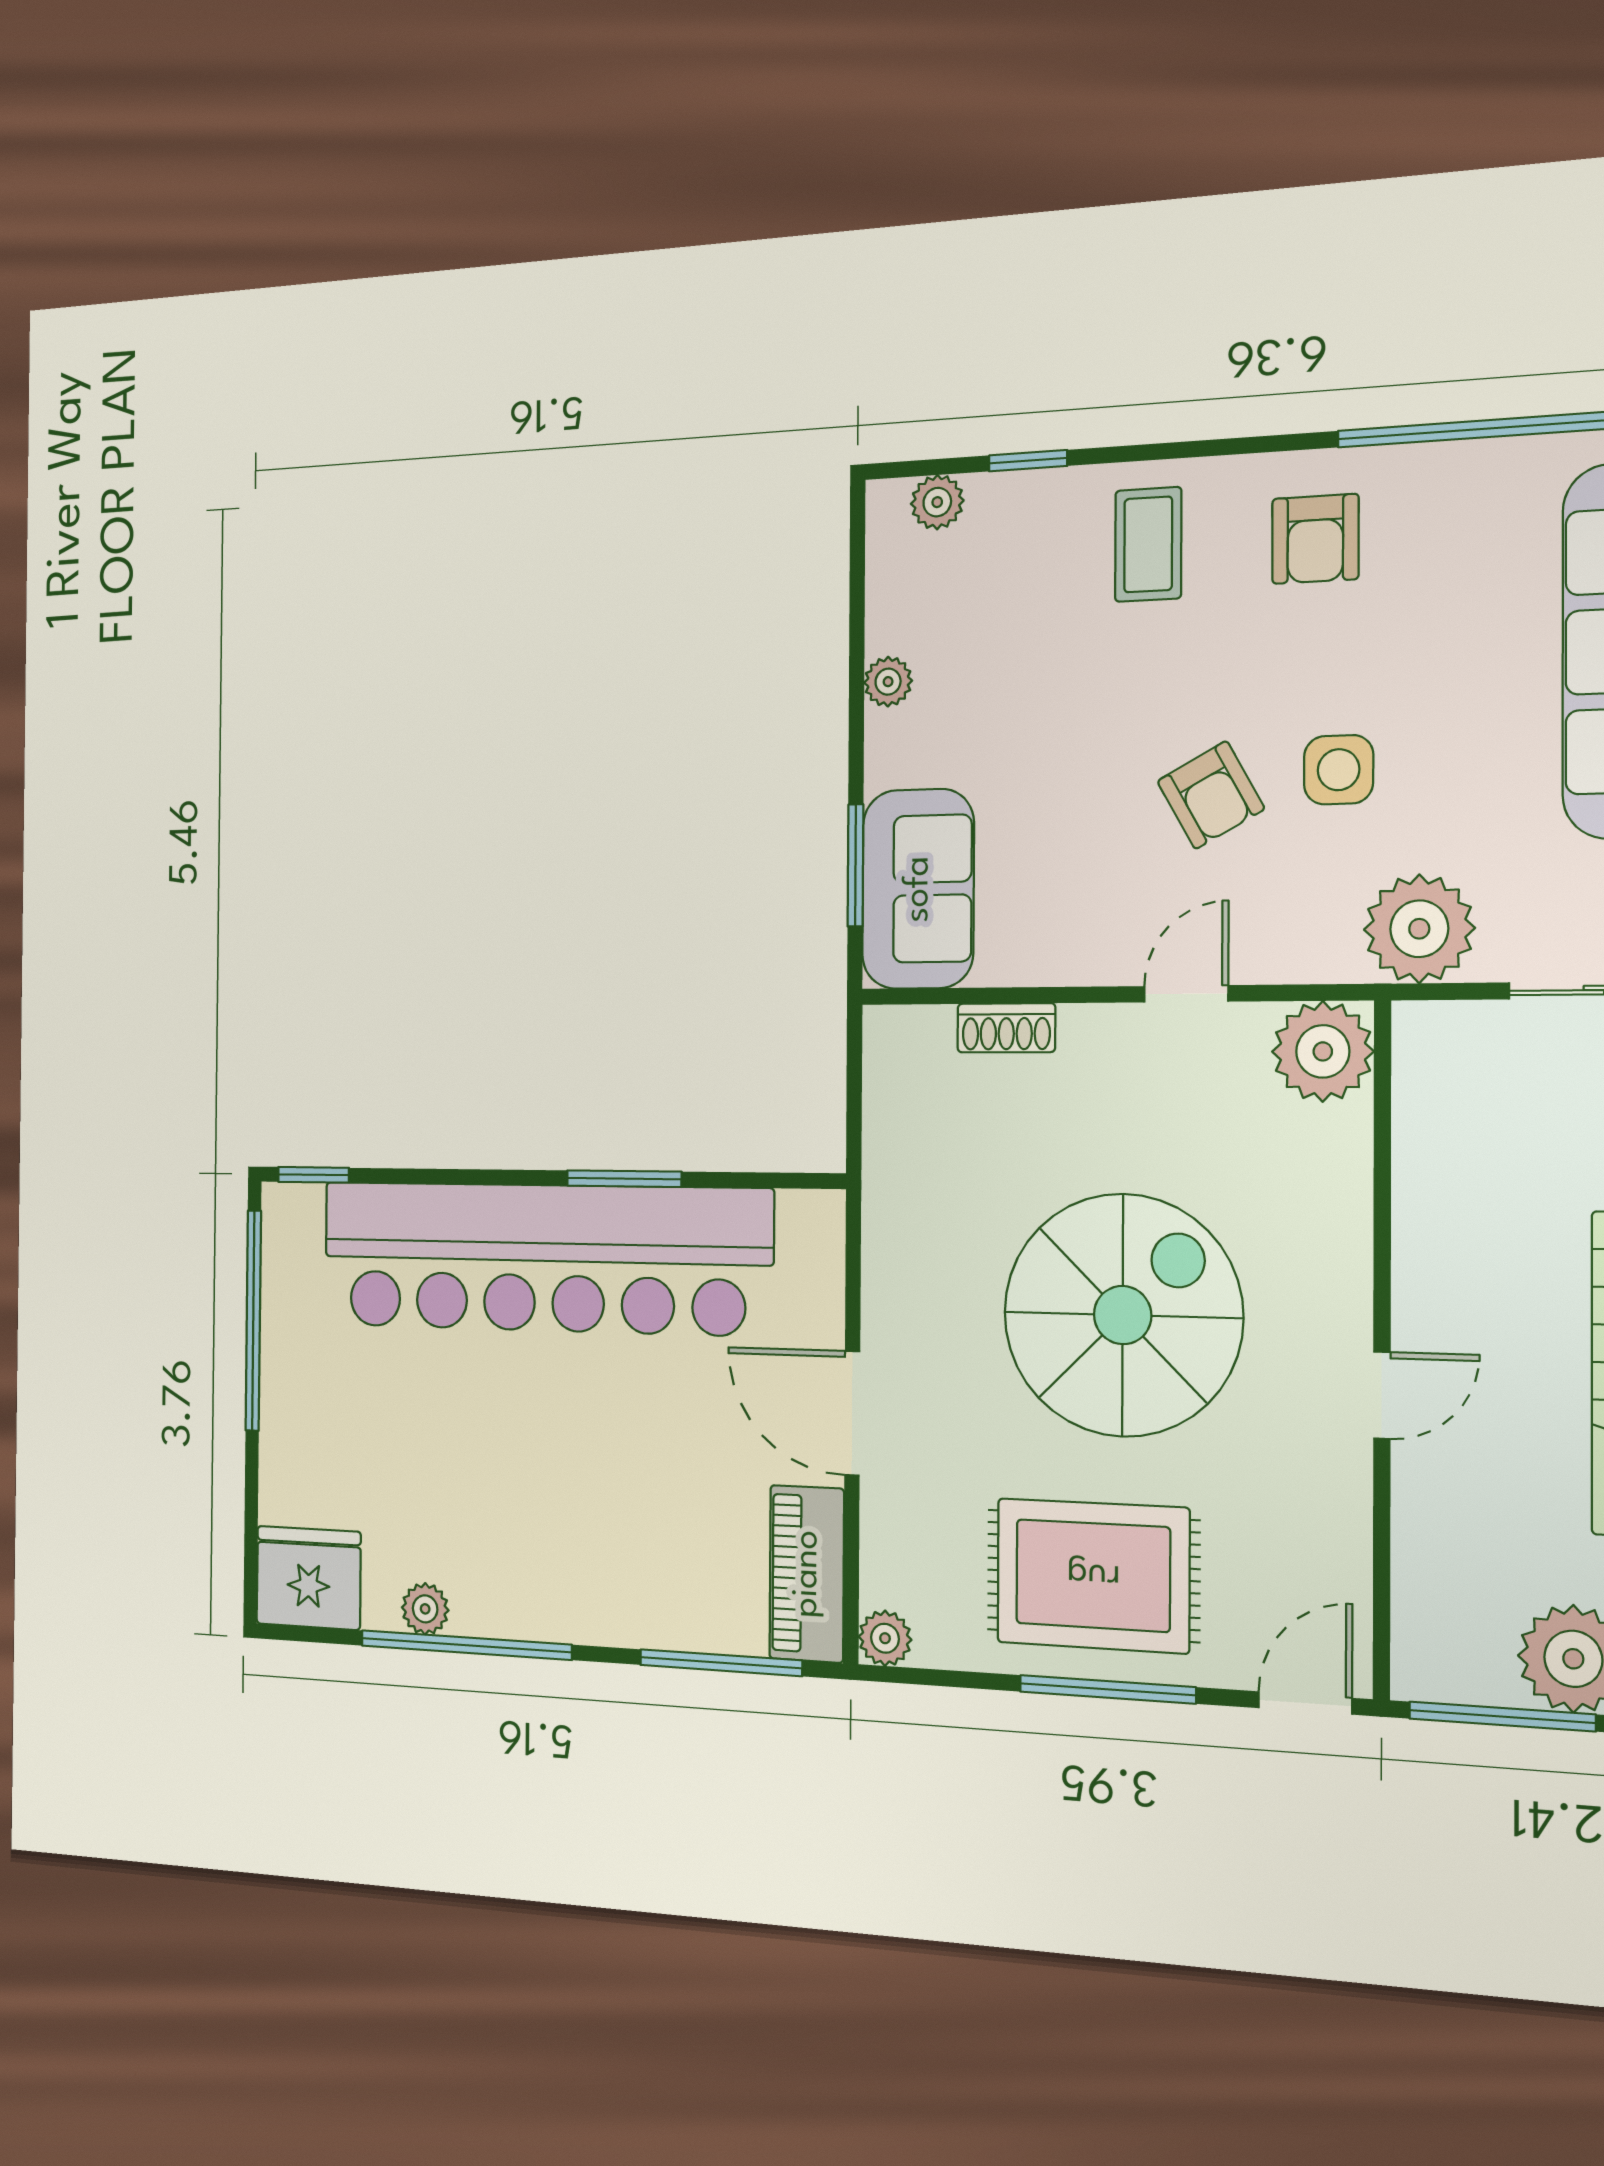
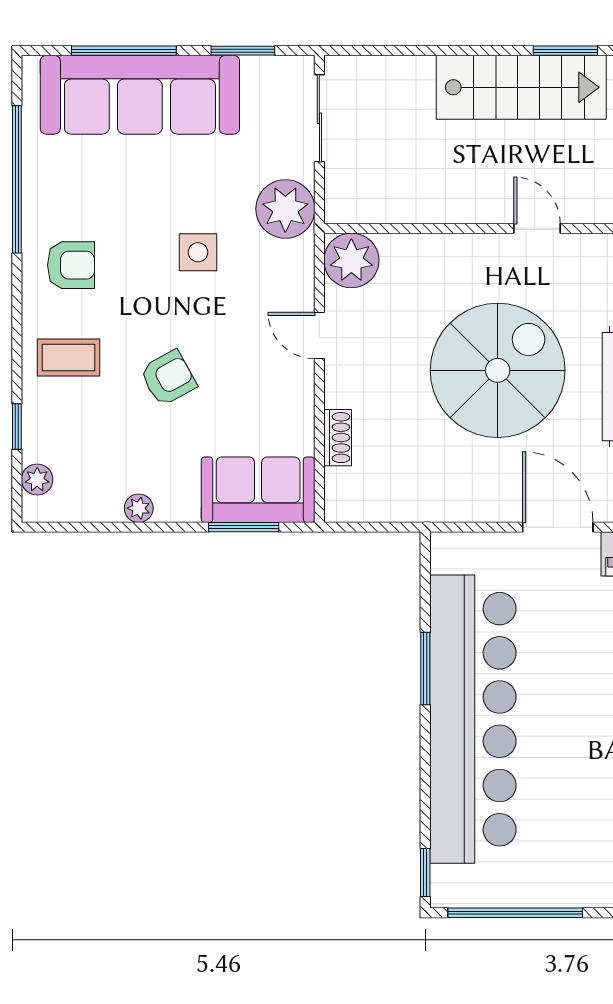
armchair: (1211, 795) -> (168, 378), moved
spiral stairs: (1123, 1315) -> (498, 370), turned 90
door: (852, 1413) -> (558, 527), swing flipped

